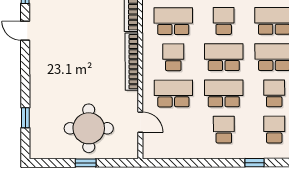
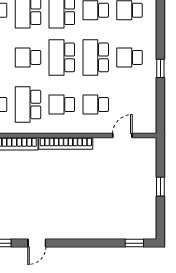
school desk: (173, 93) -> (96, 105), width x0.54
window: (25, 118) -> (134, 243), moved
round table: (89, 128) -> (128, 184), removed
window: (254, 163) -> (160, 68), moved

